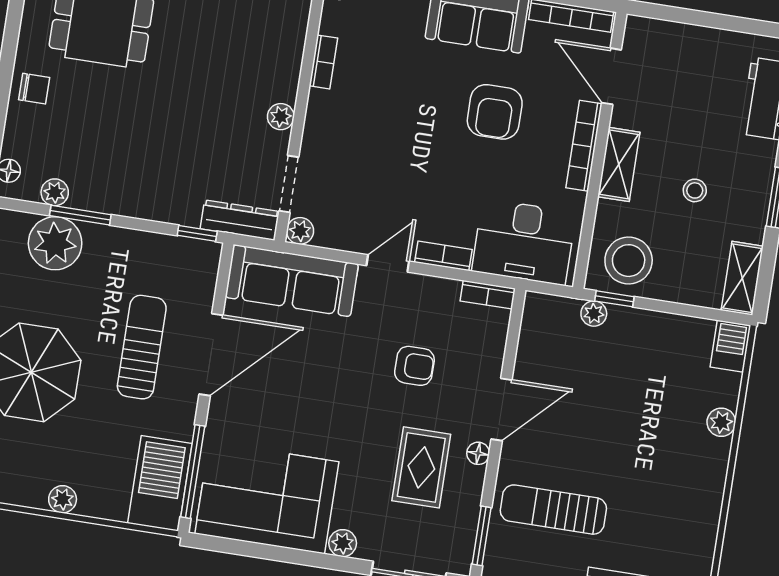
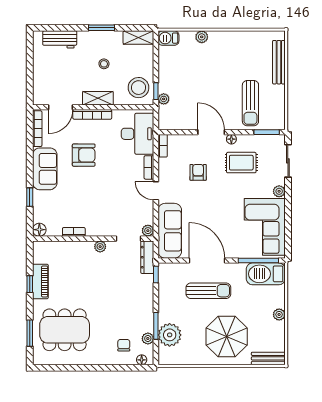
chair: (34, 89) -> (124, 345), moved
sun lounger: (142, 347) -> (208, 291), turned 180

